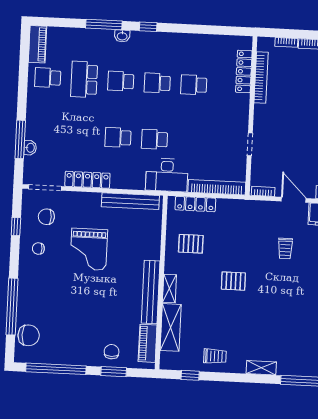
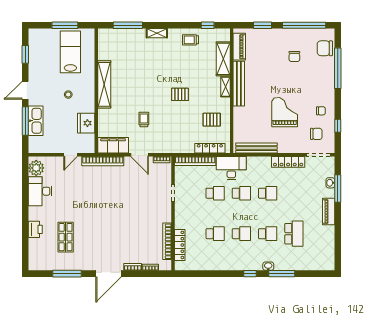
piano: (38, 44) -> (329, 212), moved
school desk: (48, 78) -> (215, 193), moved
chair: (112, 352) -> (294, 56), moved

